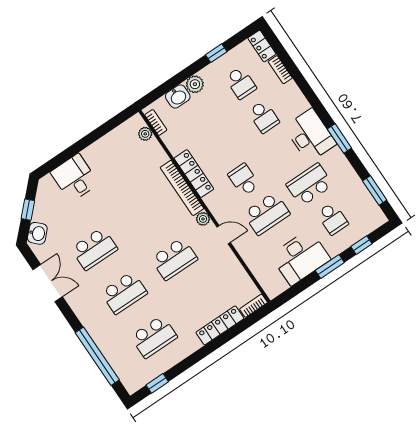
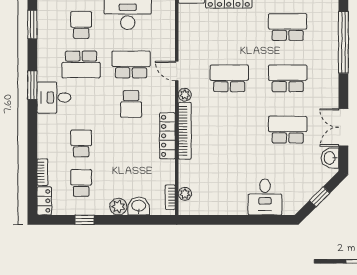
desk: (310, 135) -> (54, 98), width x0.73
washbasin: (37, 233) -> (330, 158), moved, turned -45

